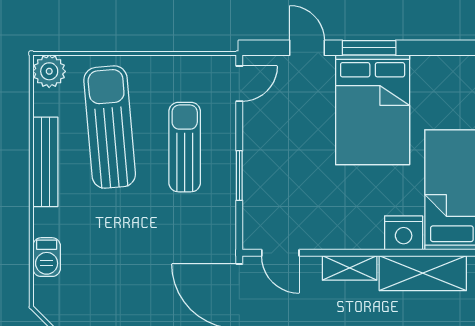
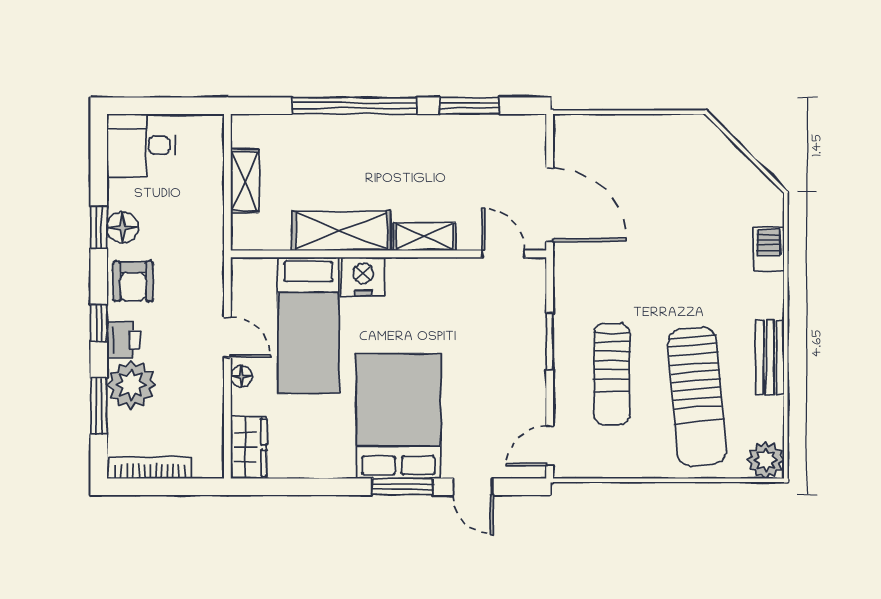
bench: (45, 162) -> (770, 357), width x0.73

